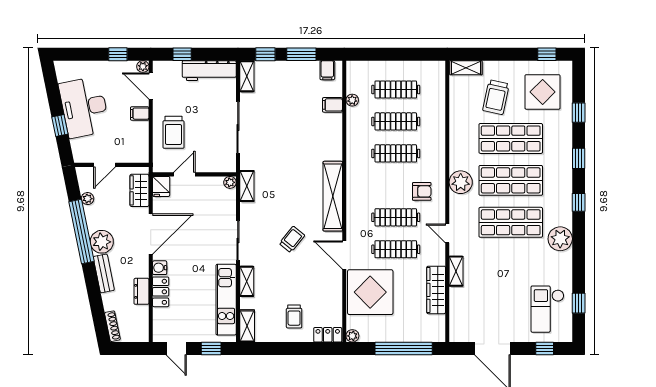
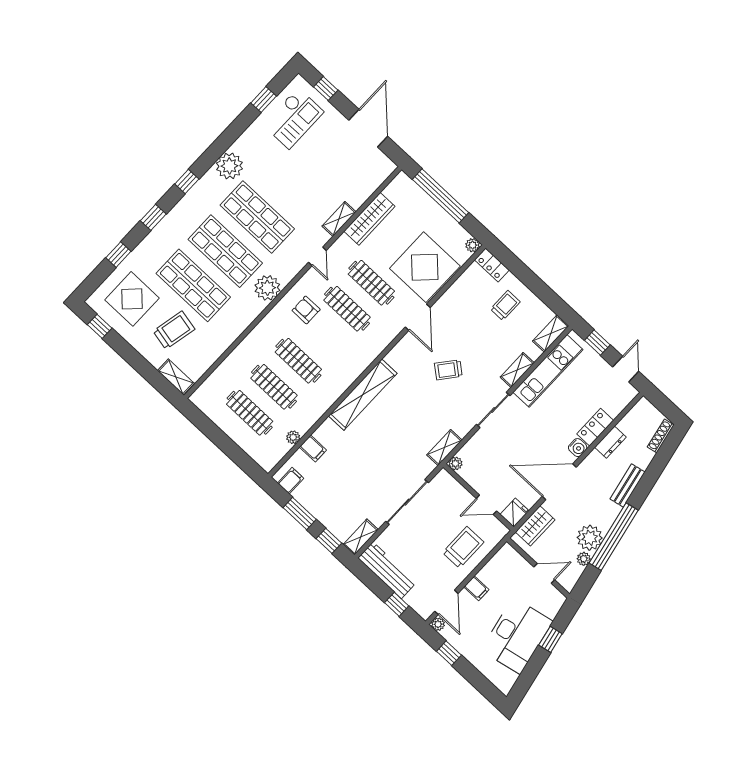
shelving: (333, 196) -> (363, 395), moved
plant: (102, 242) -> (590, 538), moved

